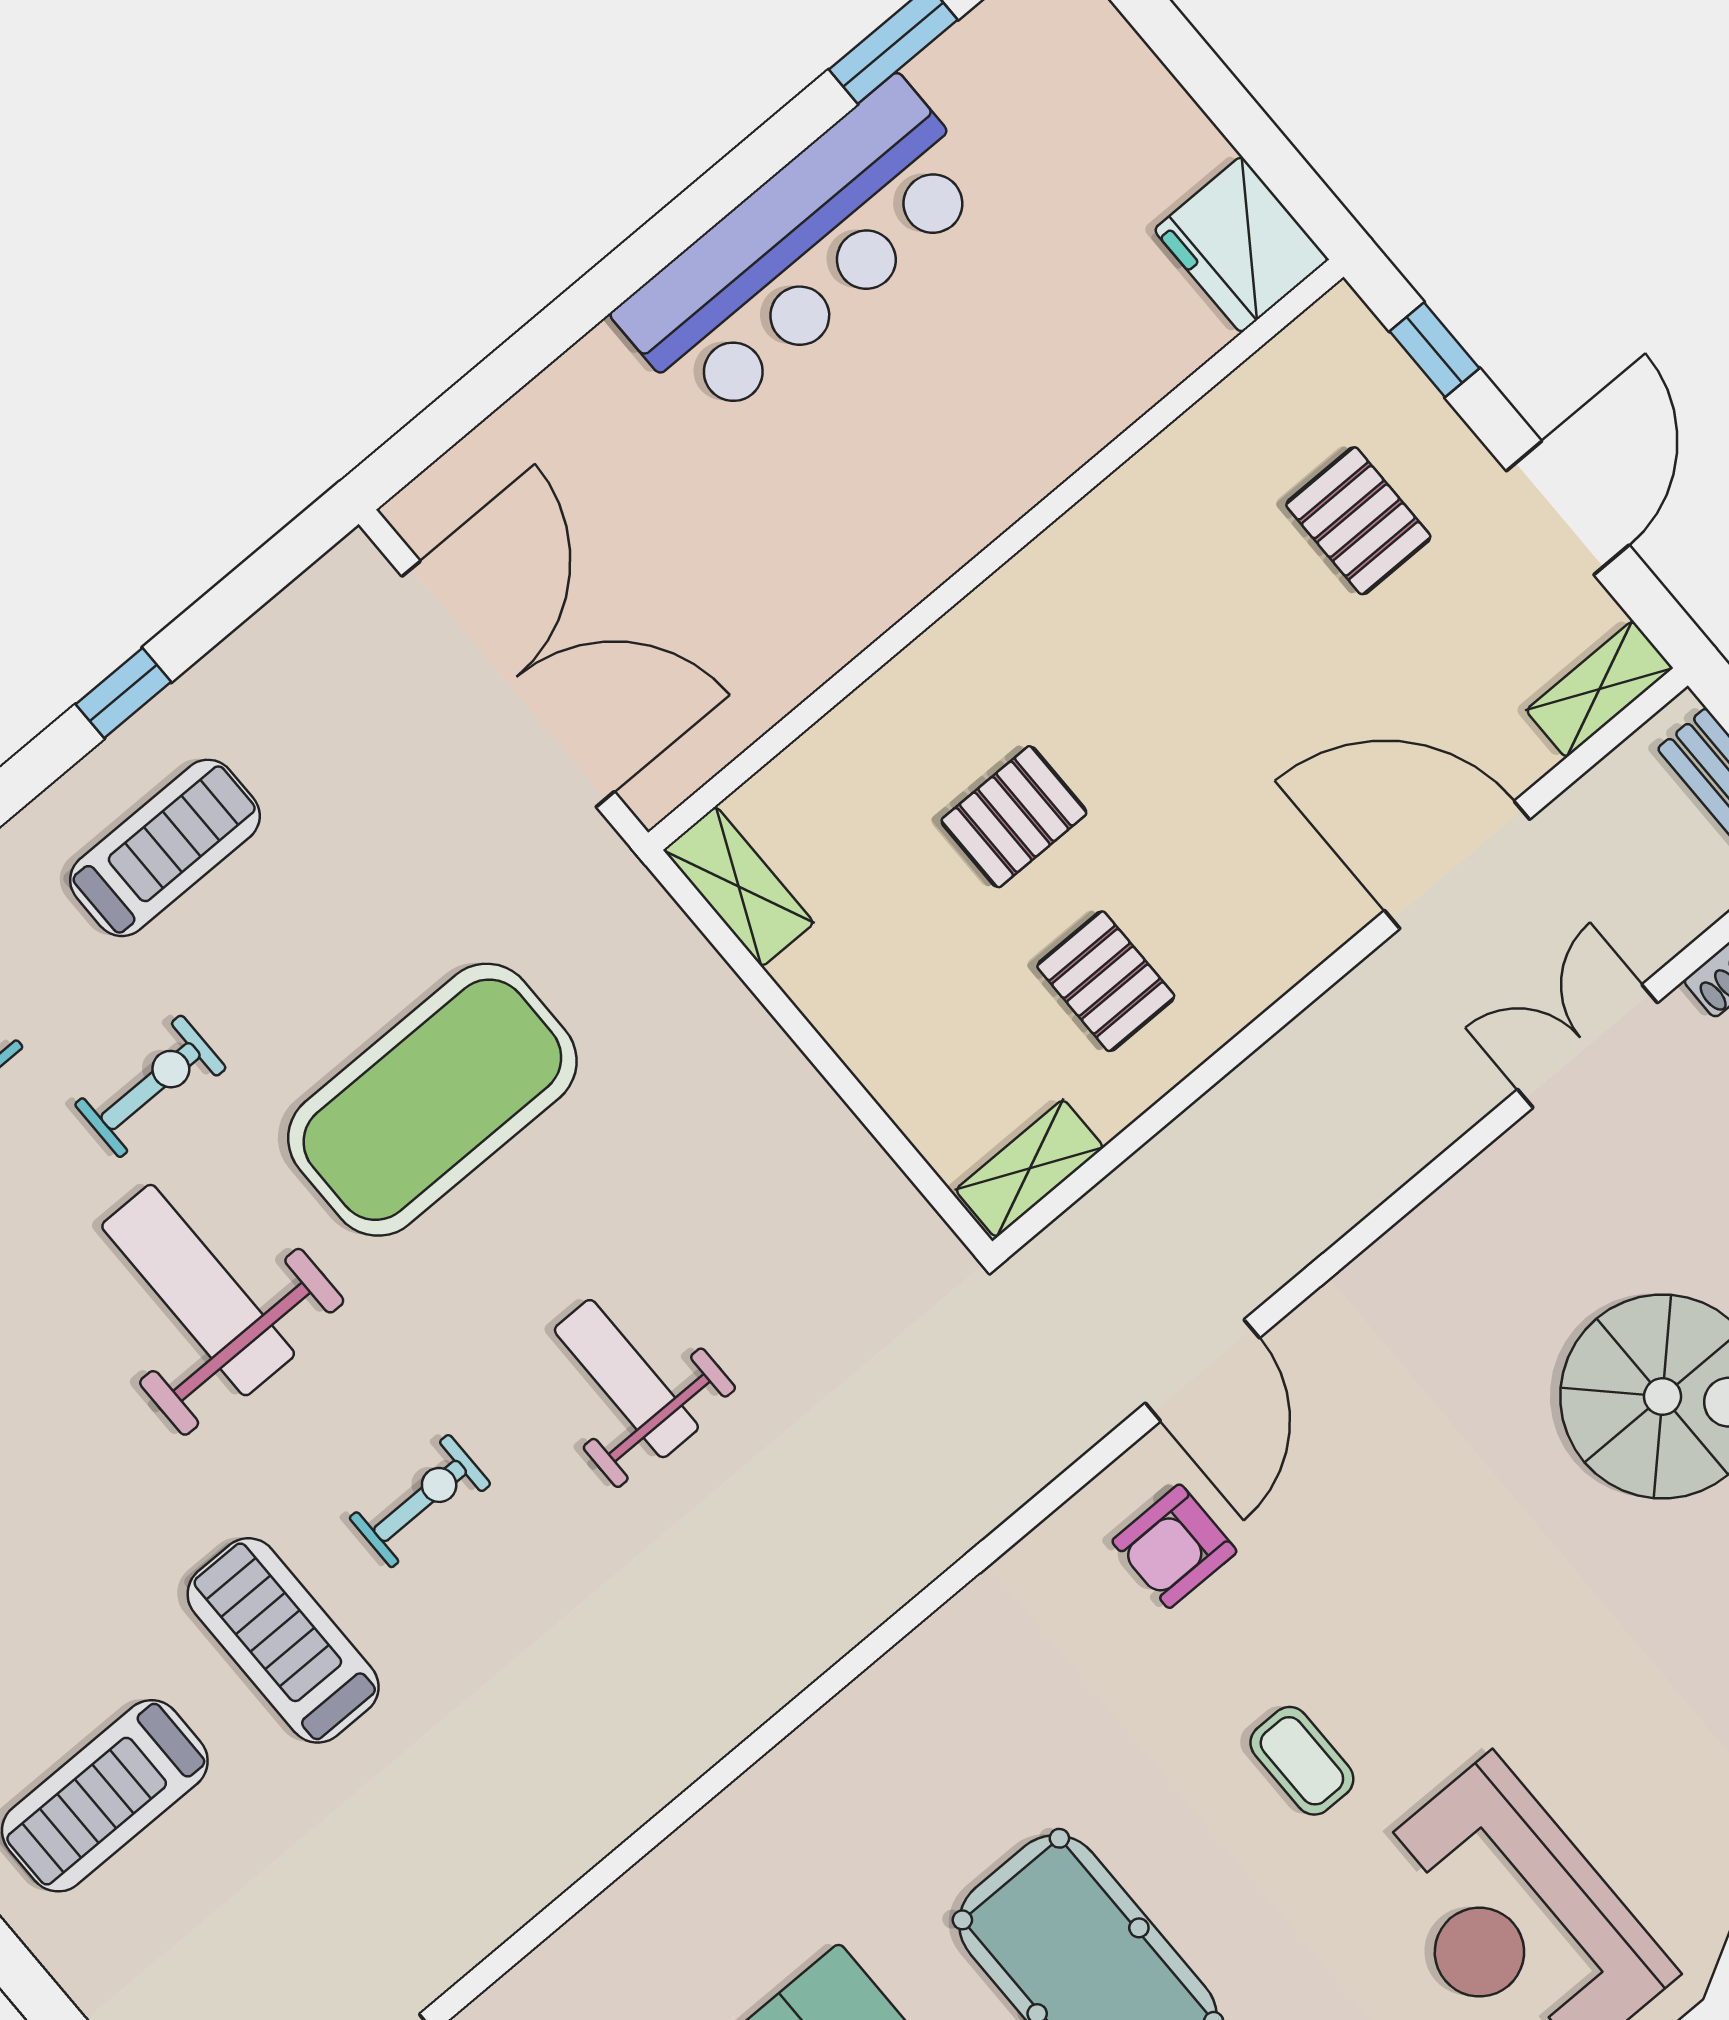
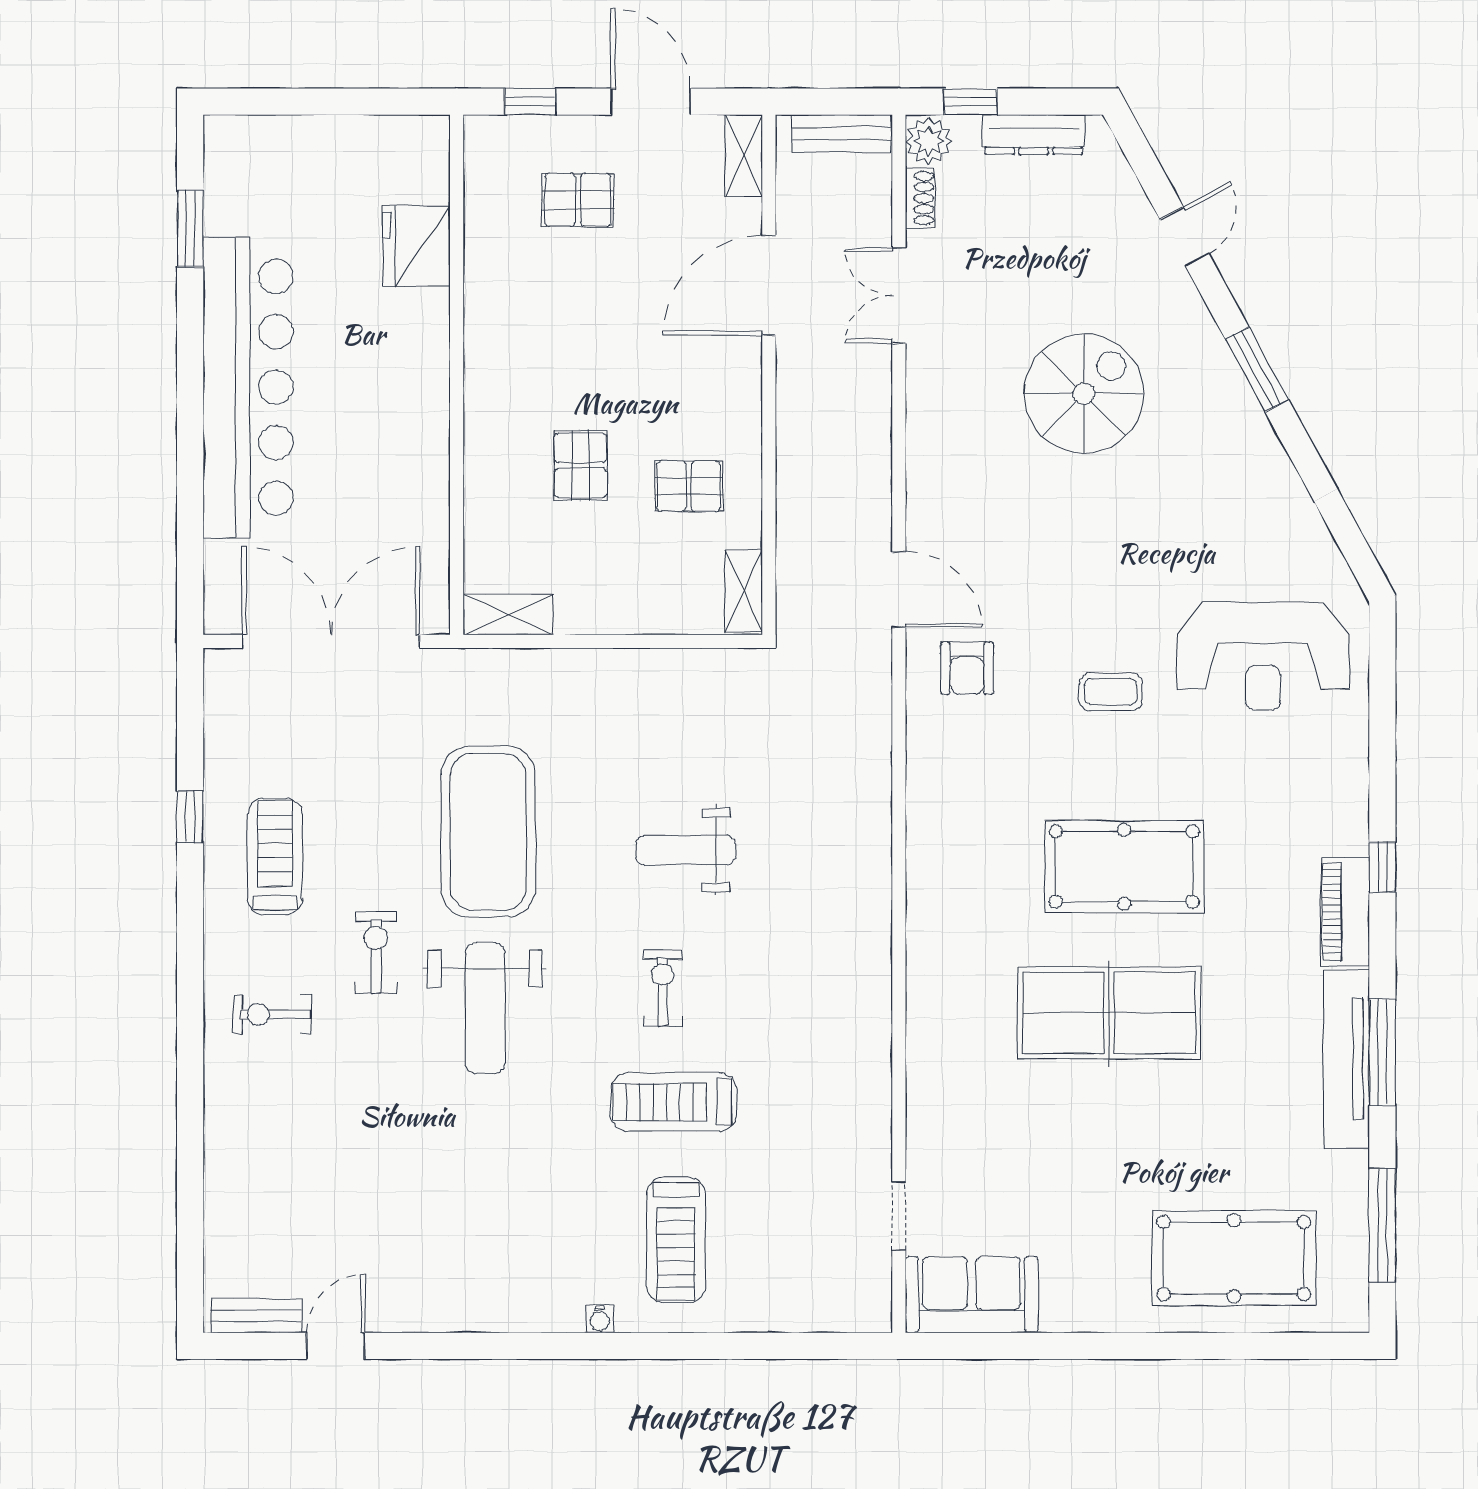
fridge: (1241, 244) -> (416, 246), moved, turned 90
bar counter: (802, 251) -> (248, 387), width x1.36
weight bench: (198, 1290) -> (485, 1008), turned -90

